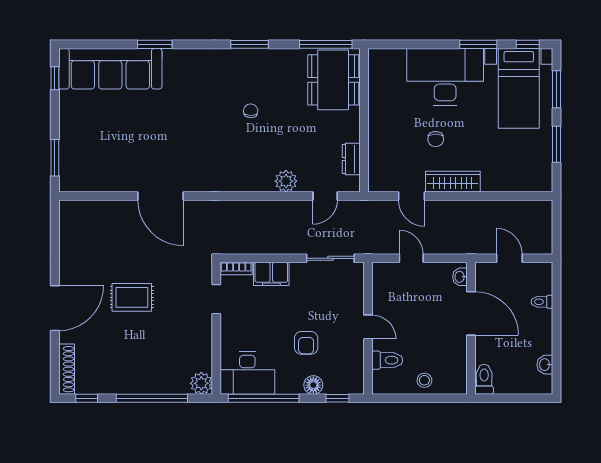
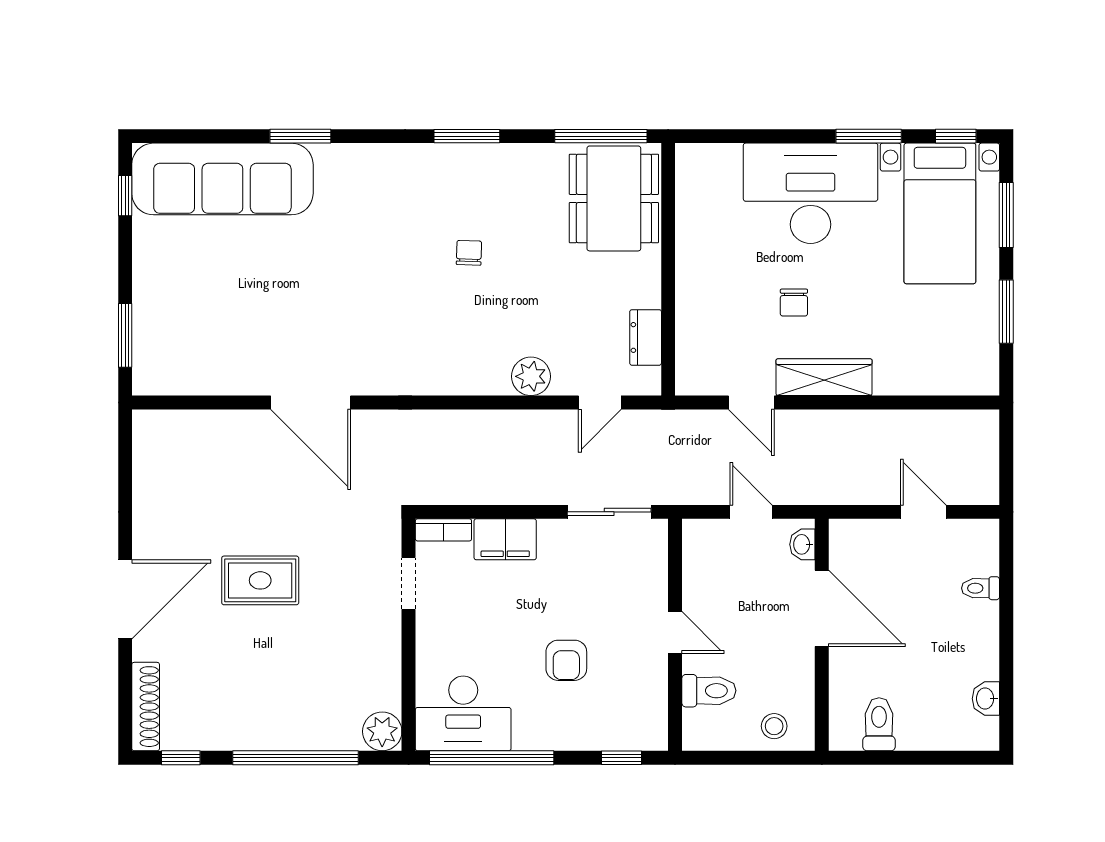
washbasin: (460, 277) -> (802, 544), moved
door: (471, 313) -> (822, 608), moved
wall: (471, 328) -> (822, 635), moved
floor lamp: (313, 385) -> (579, 734), removed

